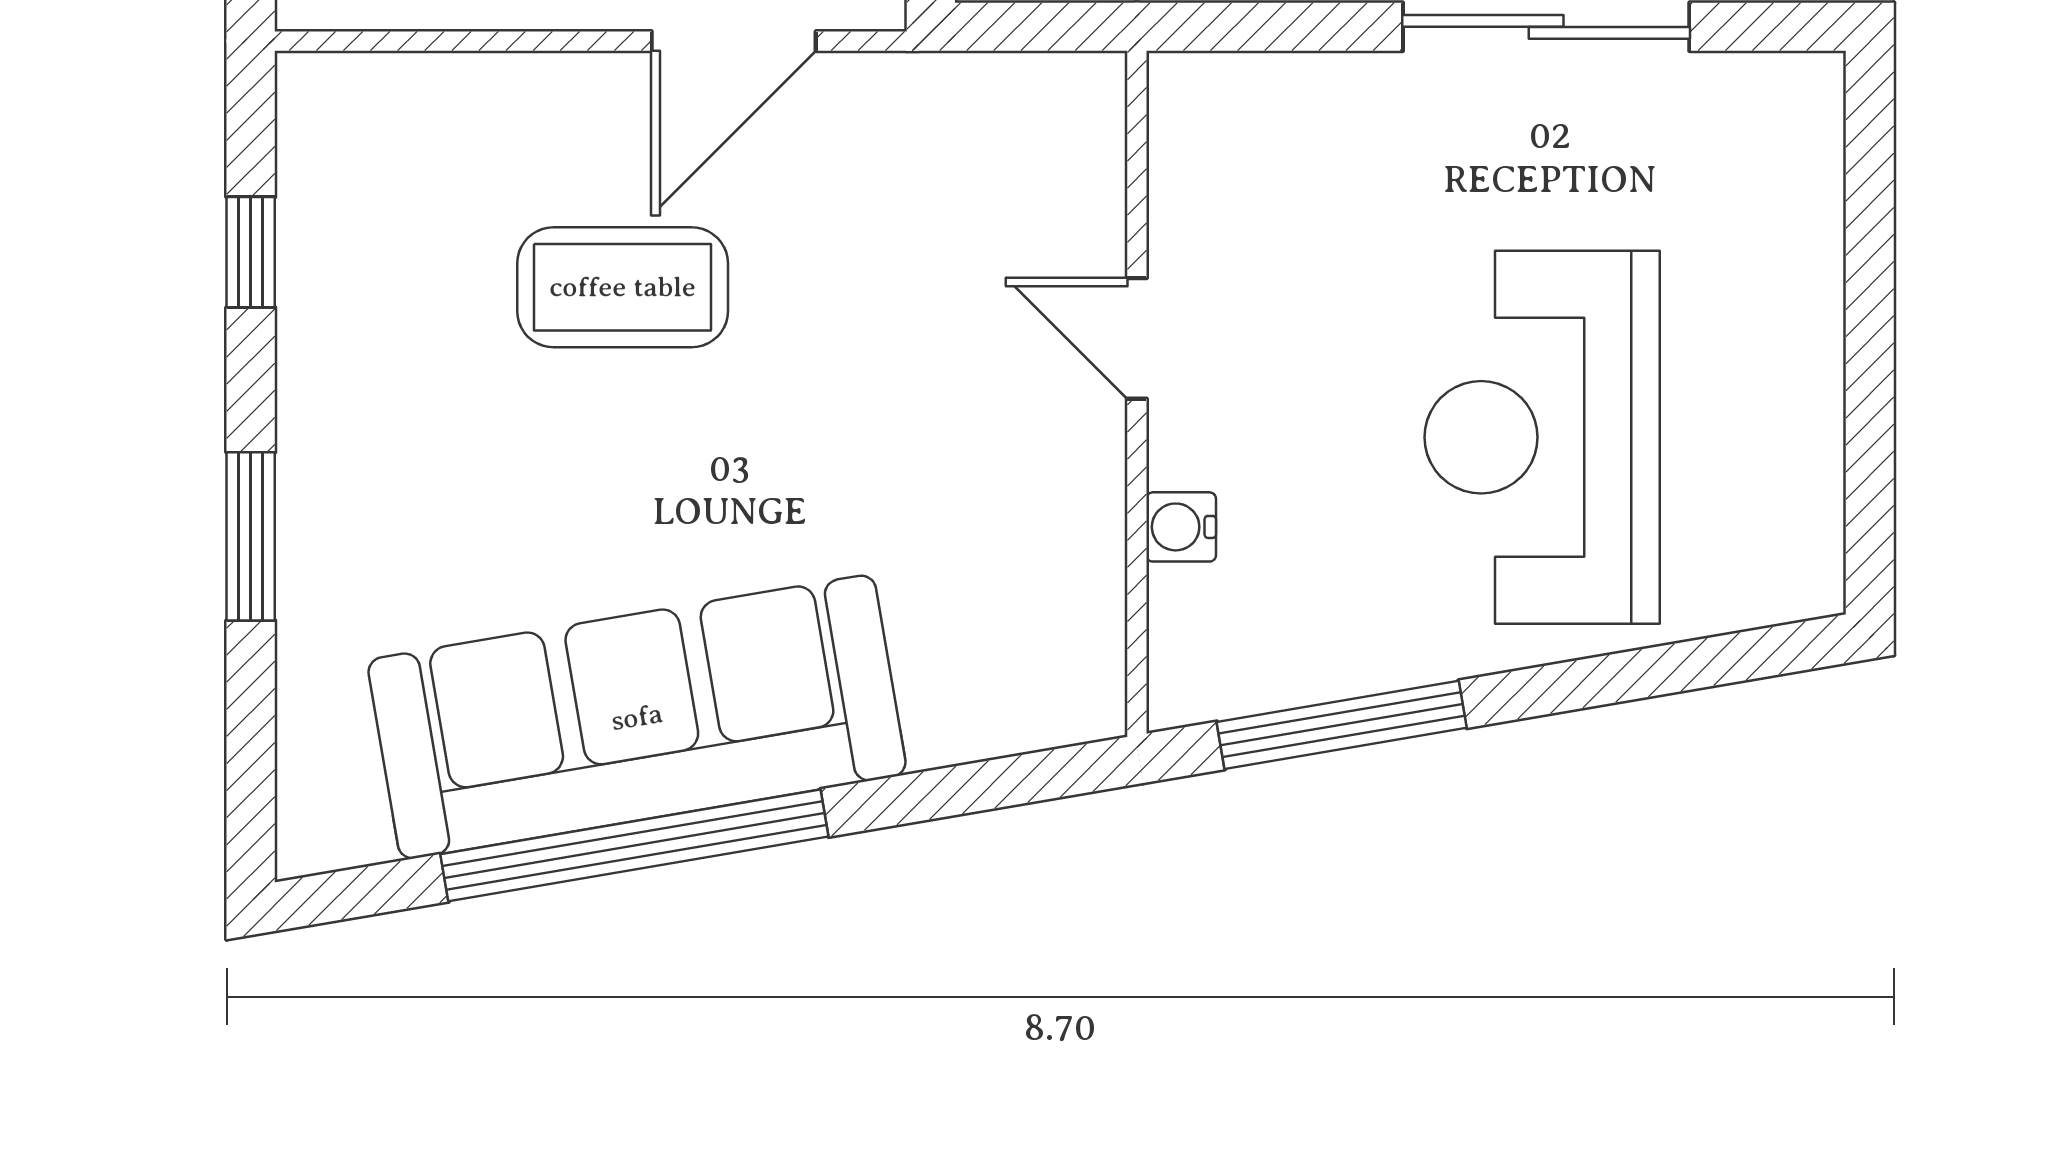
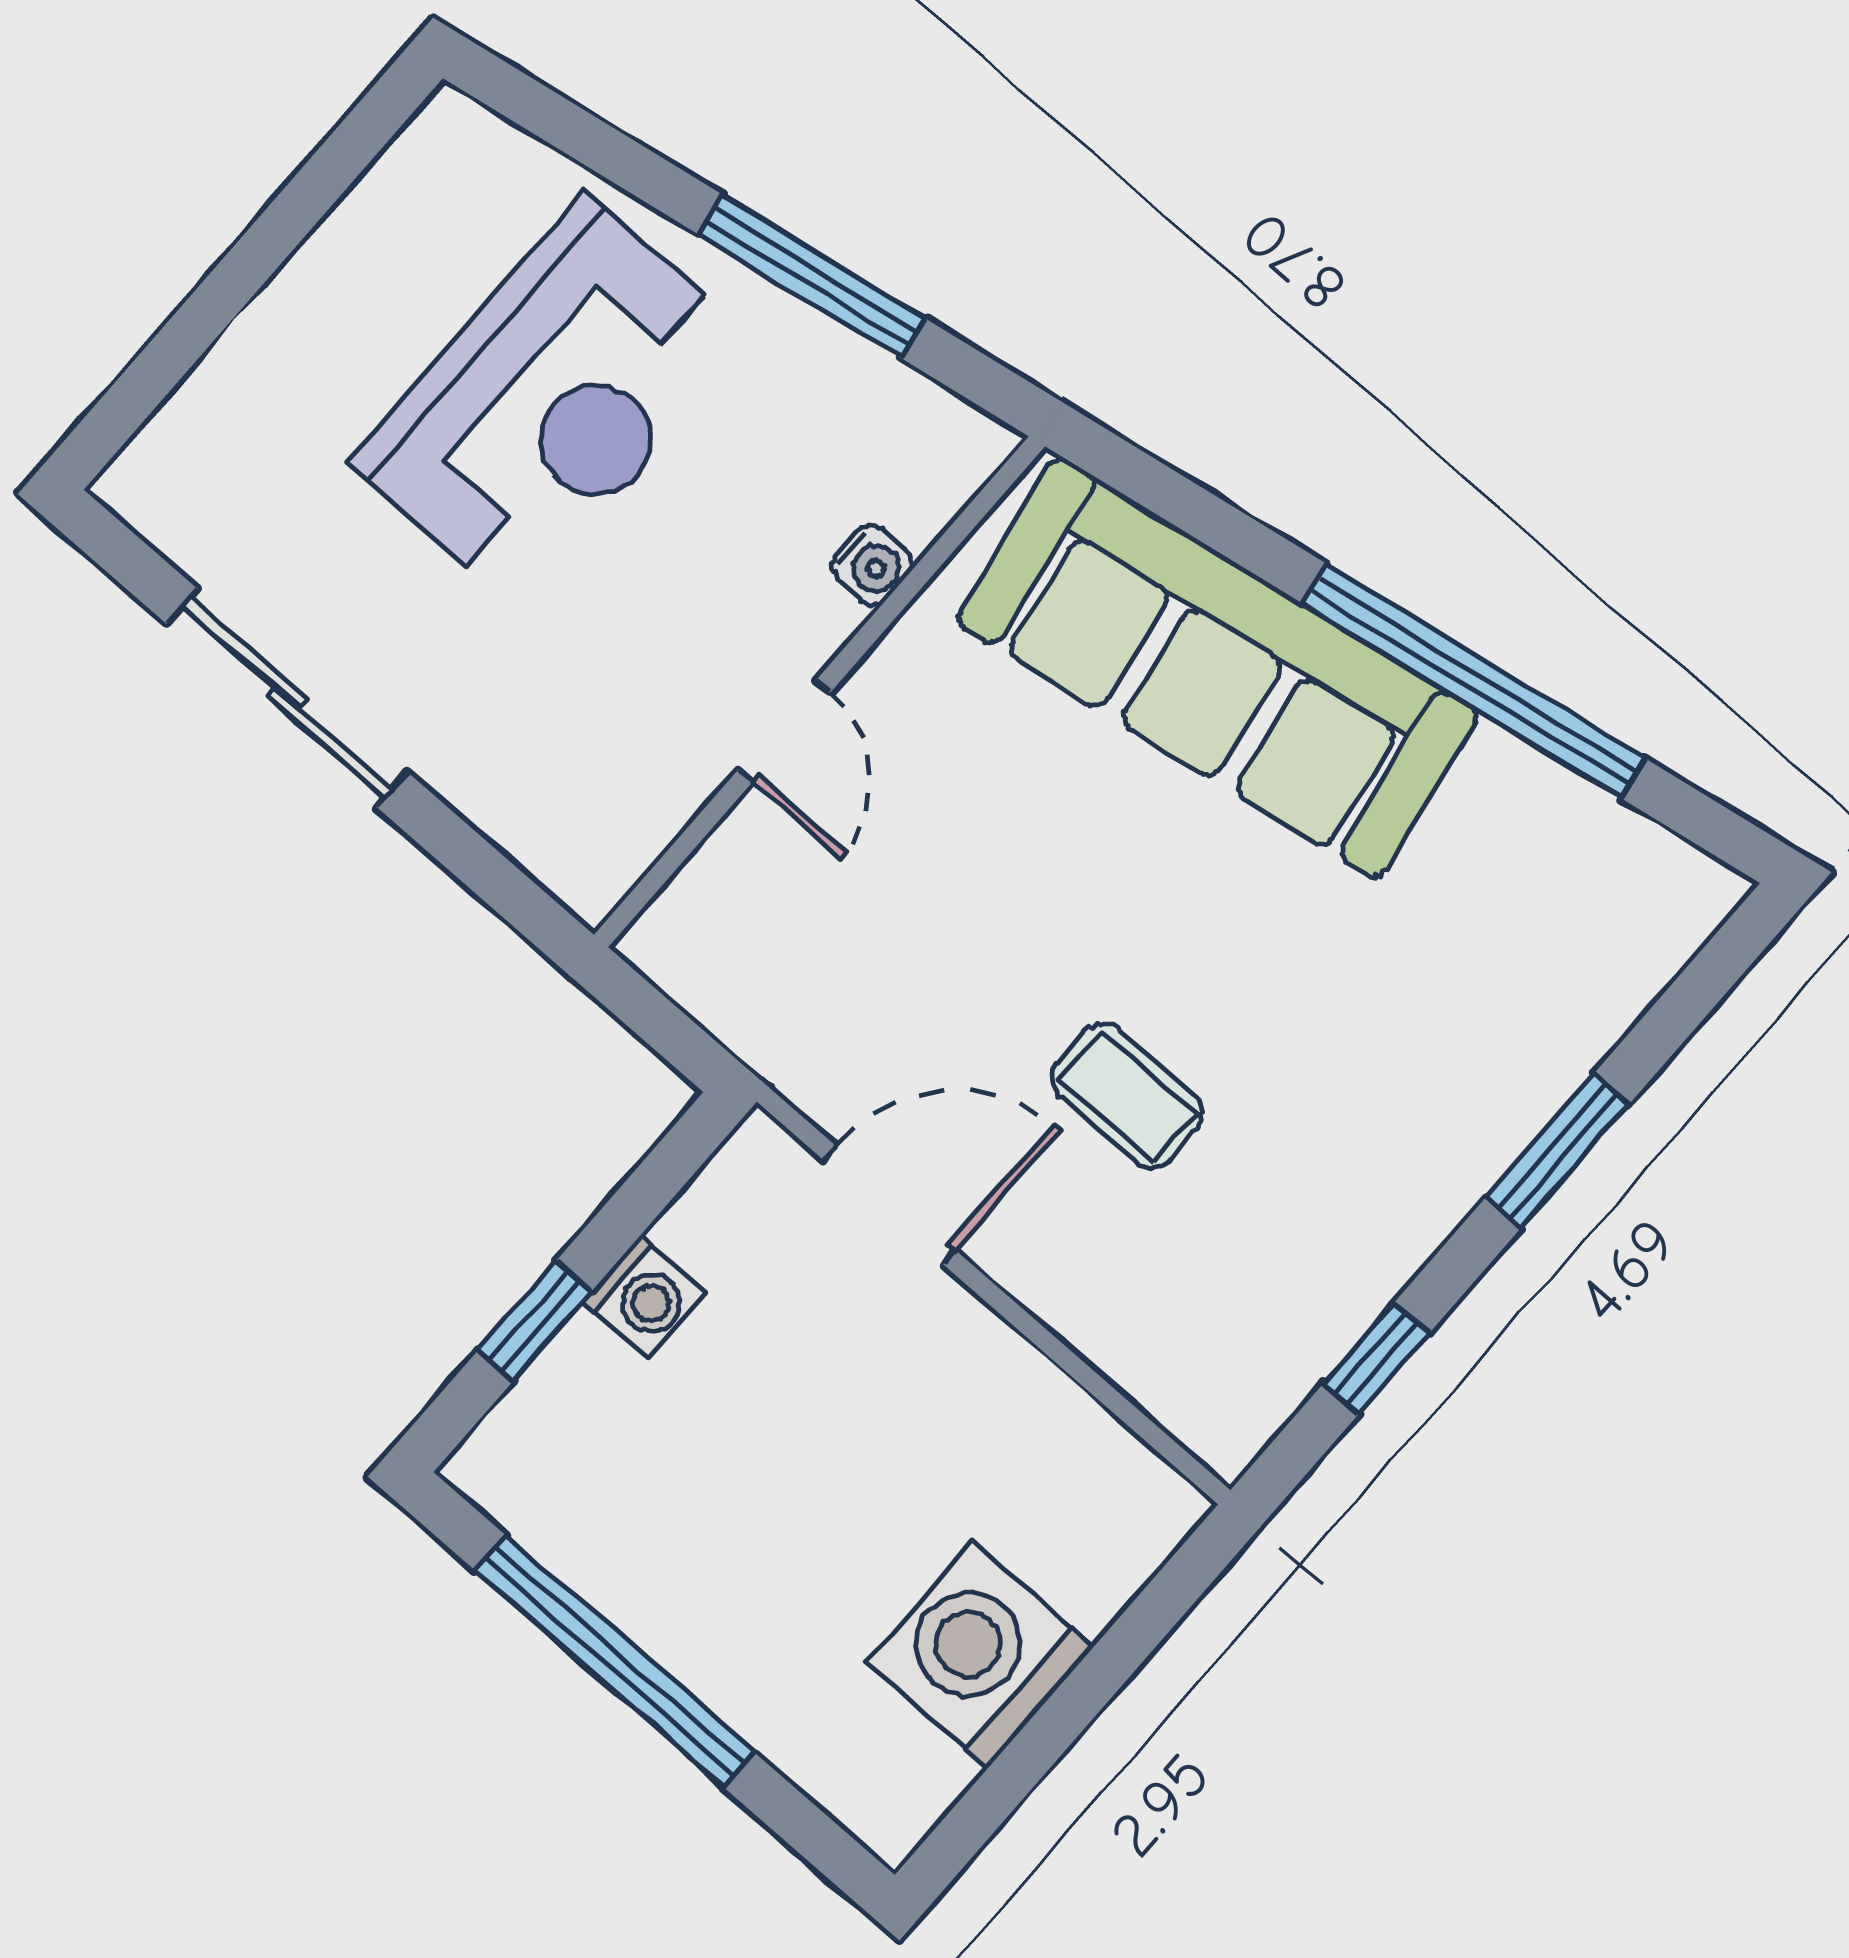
coffee table: (623, 287) -> (1127, 1096), width x0.73, depth x0.77
sofa: (637, 717) -> (1218, 667), moved
window: (1342, 725) -> (812, 276), moved

